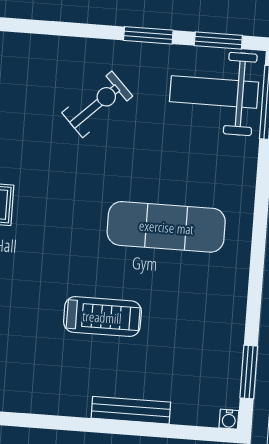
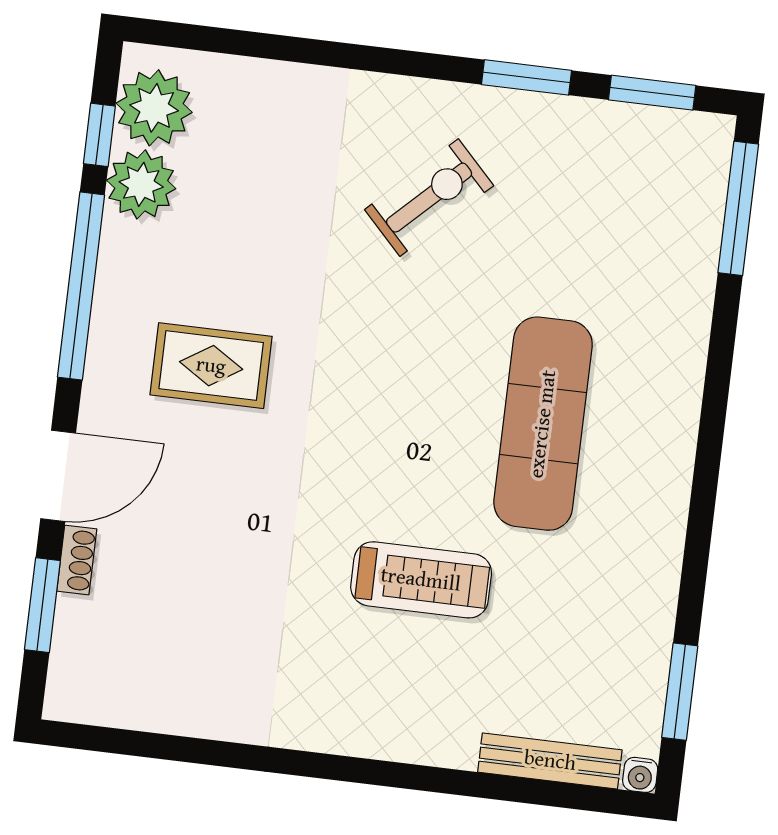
weight bench: (214, 92) -> (640, 185), removed
exercise mat: (166, 227) -> (543, 424), turned 90
bench: (131, 410) -> (550, 761), moved

